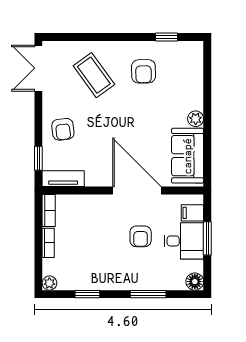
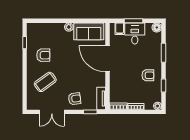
double door: (38, 68) -> (52, 112), moved
door: (137, 190) -> (108, 59), hinge flipped
armchair: (141, 236) -> (148, 75), moved

